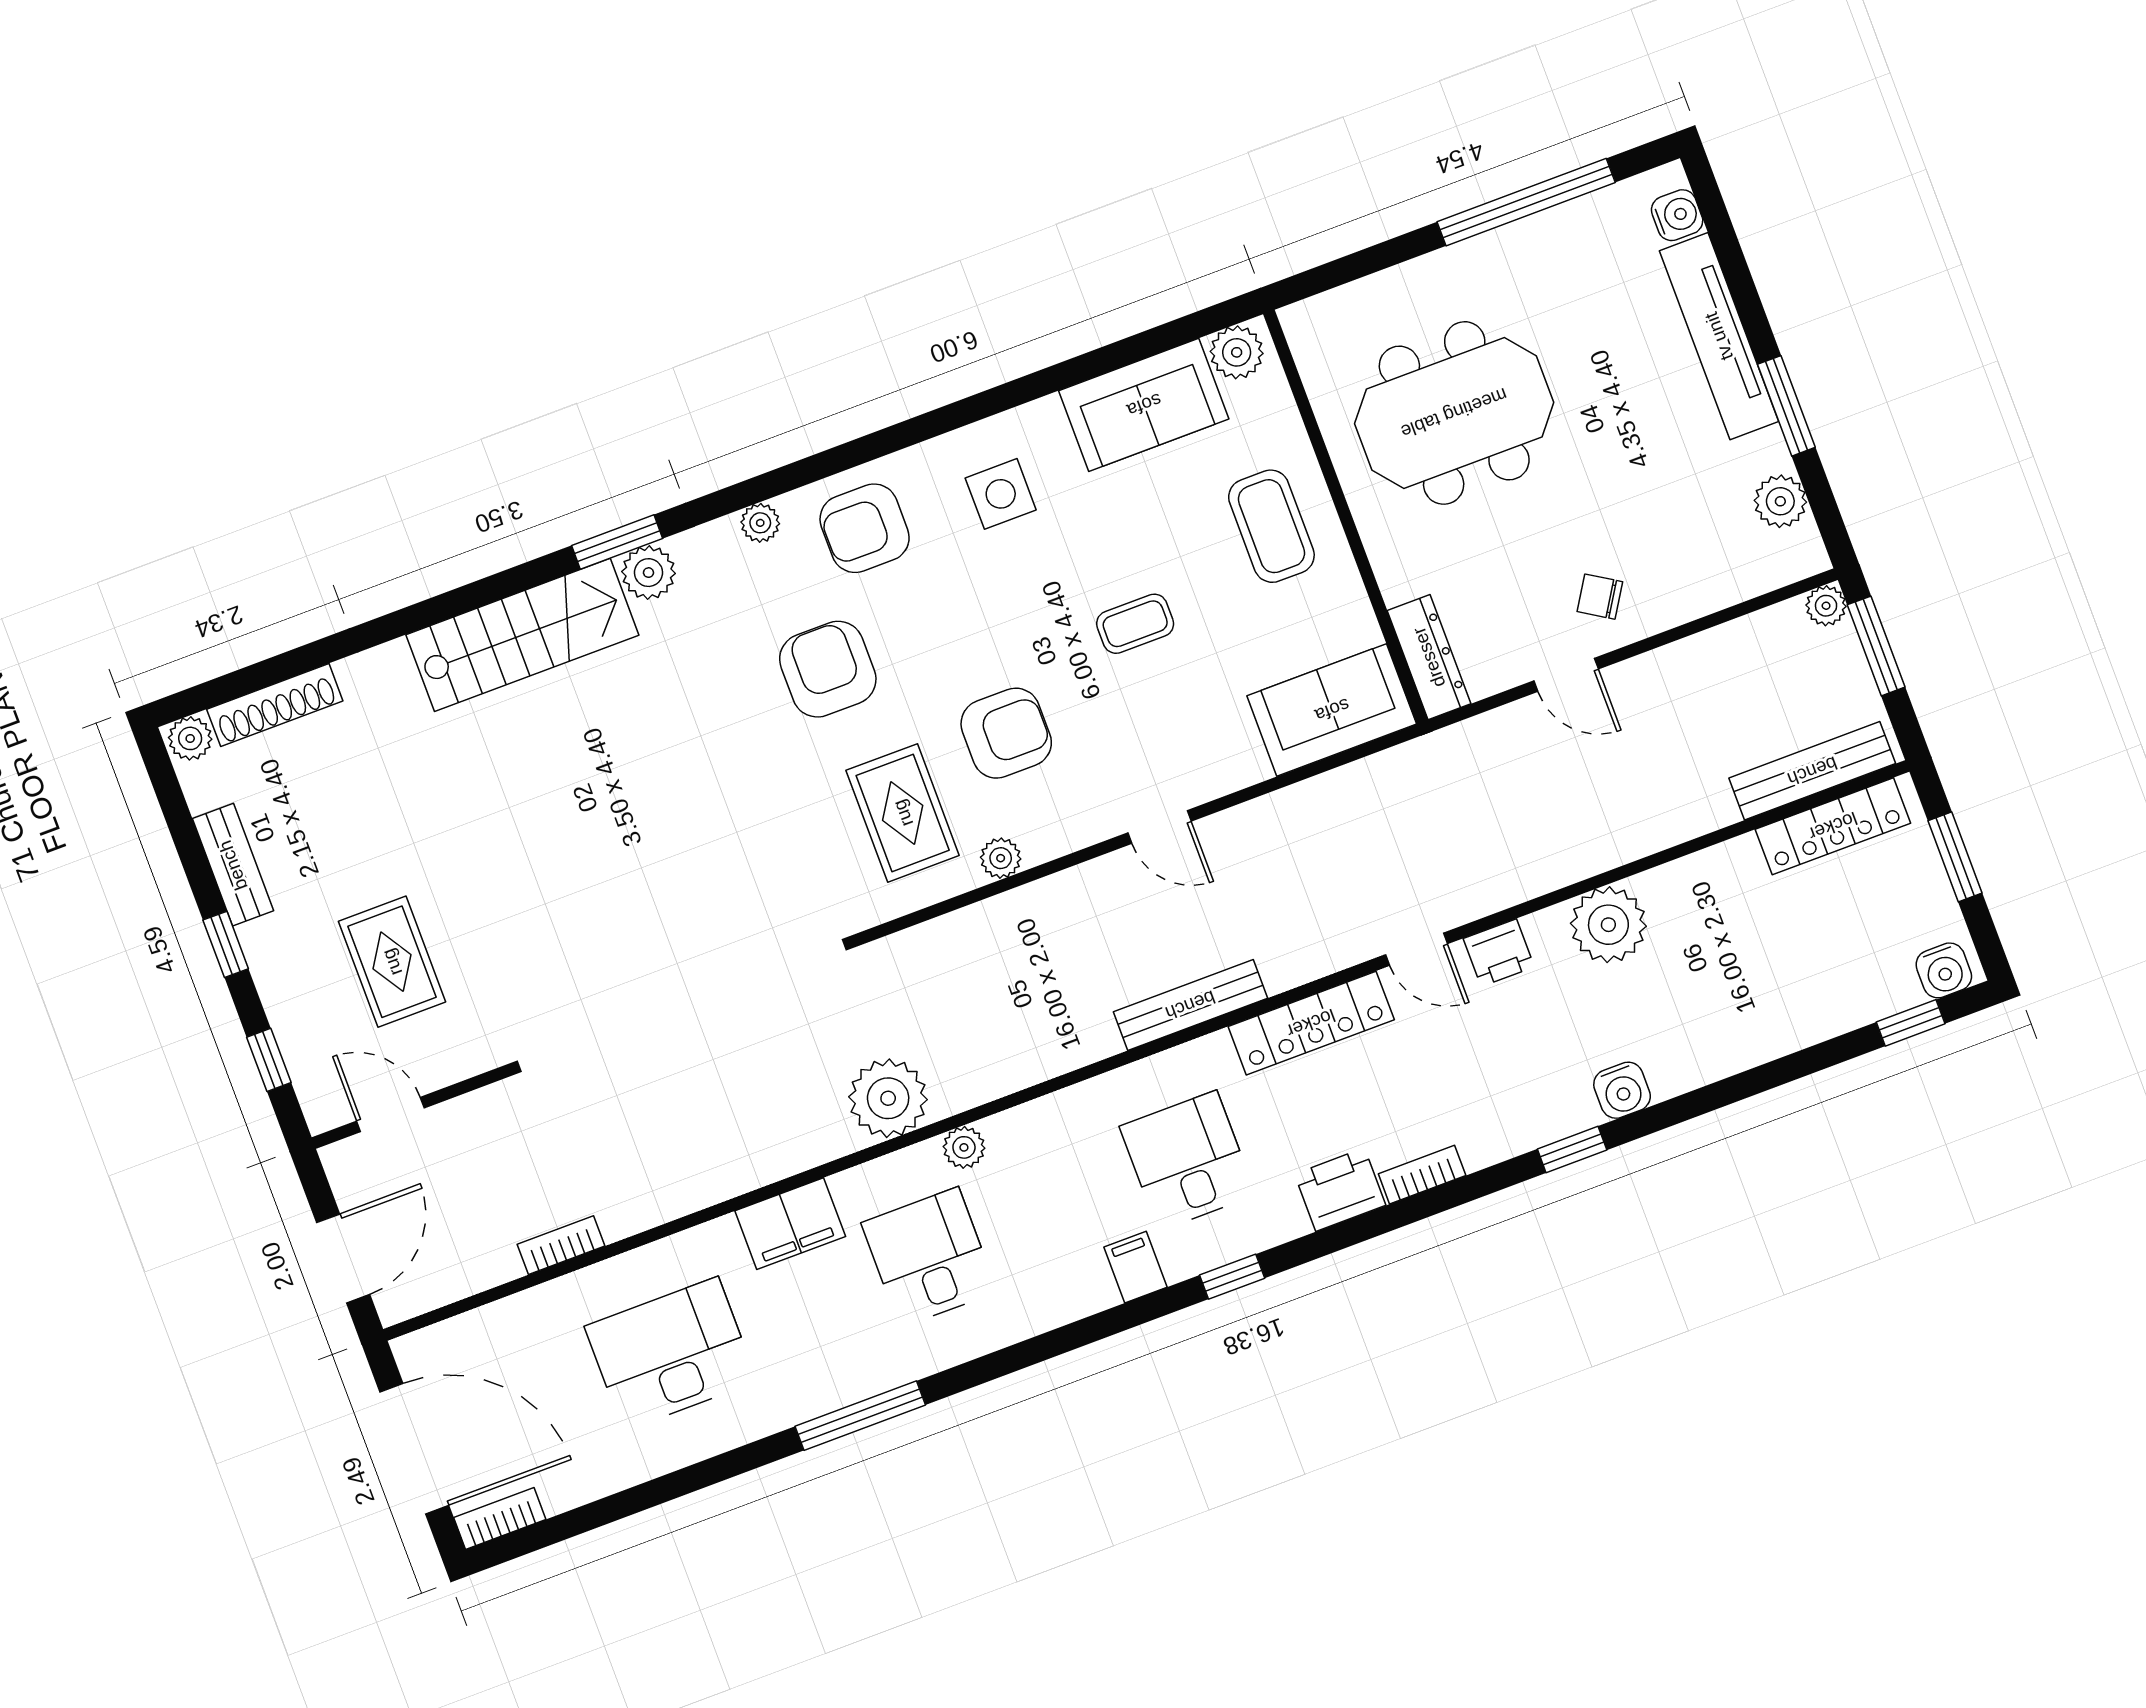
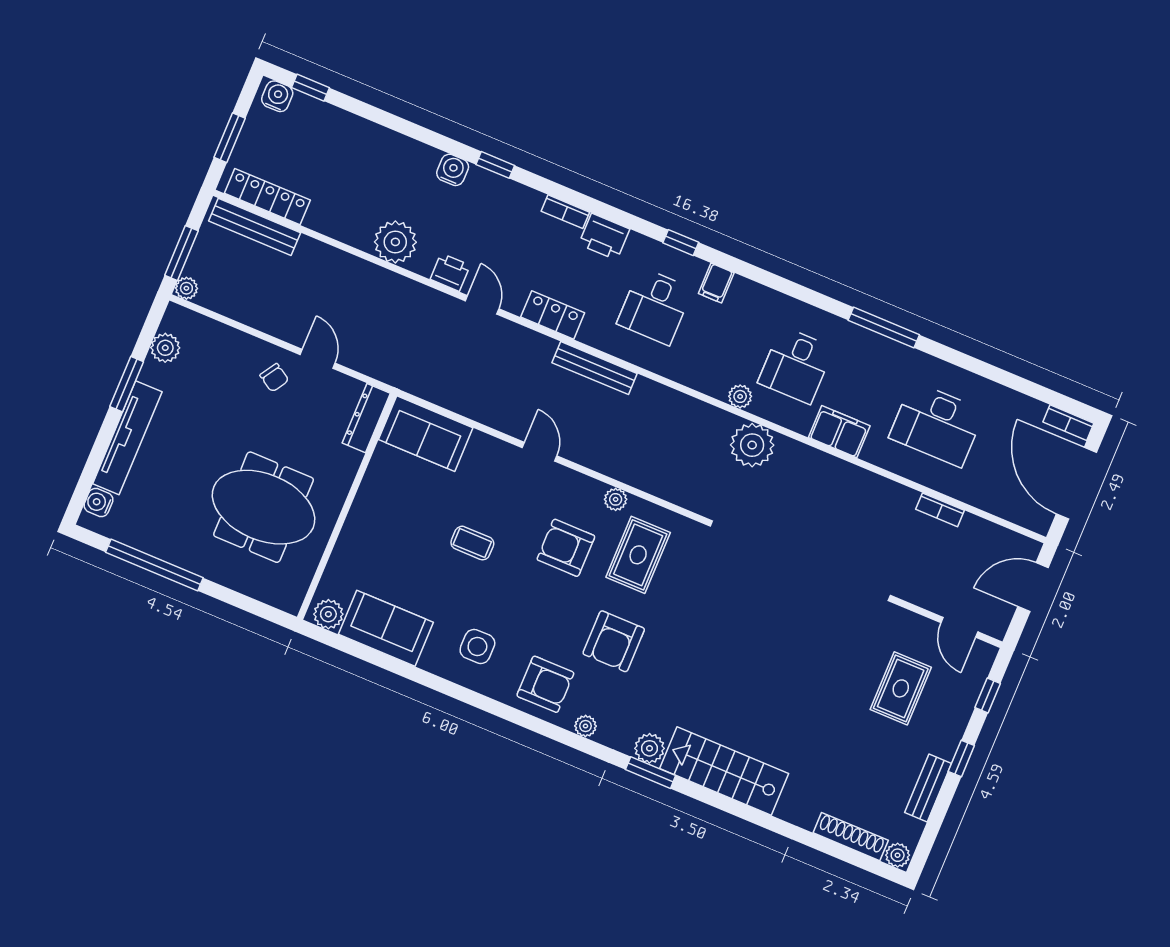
coffee table: (1271, 526) -> (380, 531), removed
locker: (1311, 1023) -> (553, 315), width x0.66

